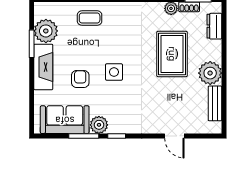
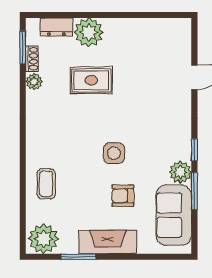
plant: (46, 31) -> (44, 239), moved
rug: (172, 54) -> (91, 80), width x0.73, depth x0.70
plant: (210, 73) -> (89, 32), moved
bench: (215, 103) -> (153, 26), removed

